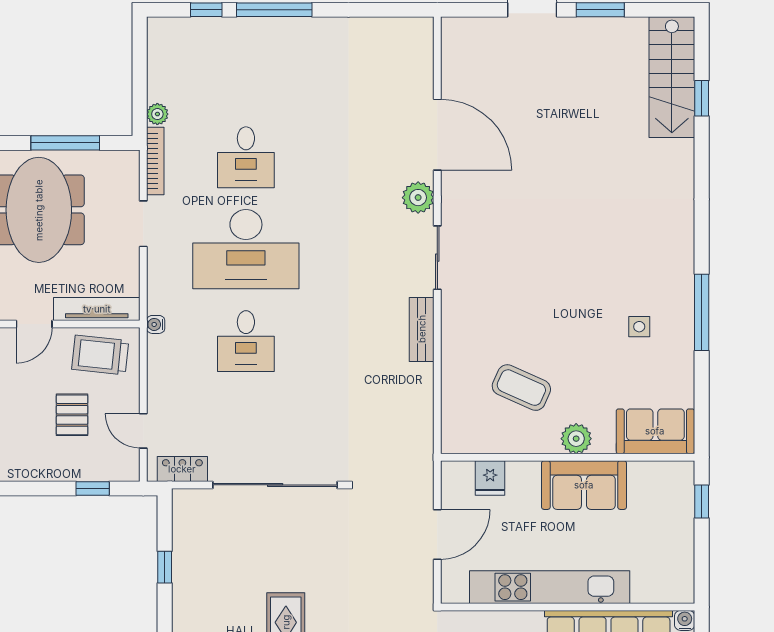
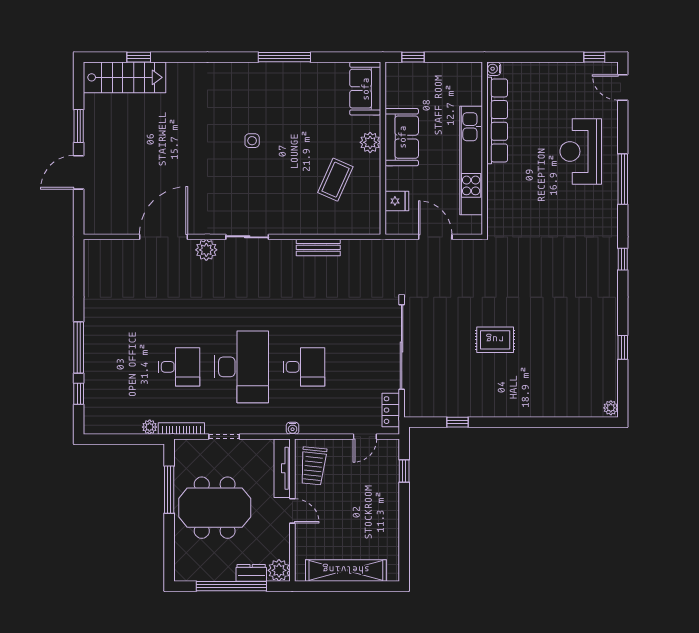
side table: (639, 327) -> (252, 141), moved
bench: (422, 329) -> (318, 247), moved
pallet: (72, 415) -> (354, 485), removed

